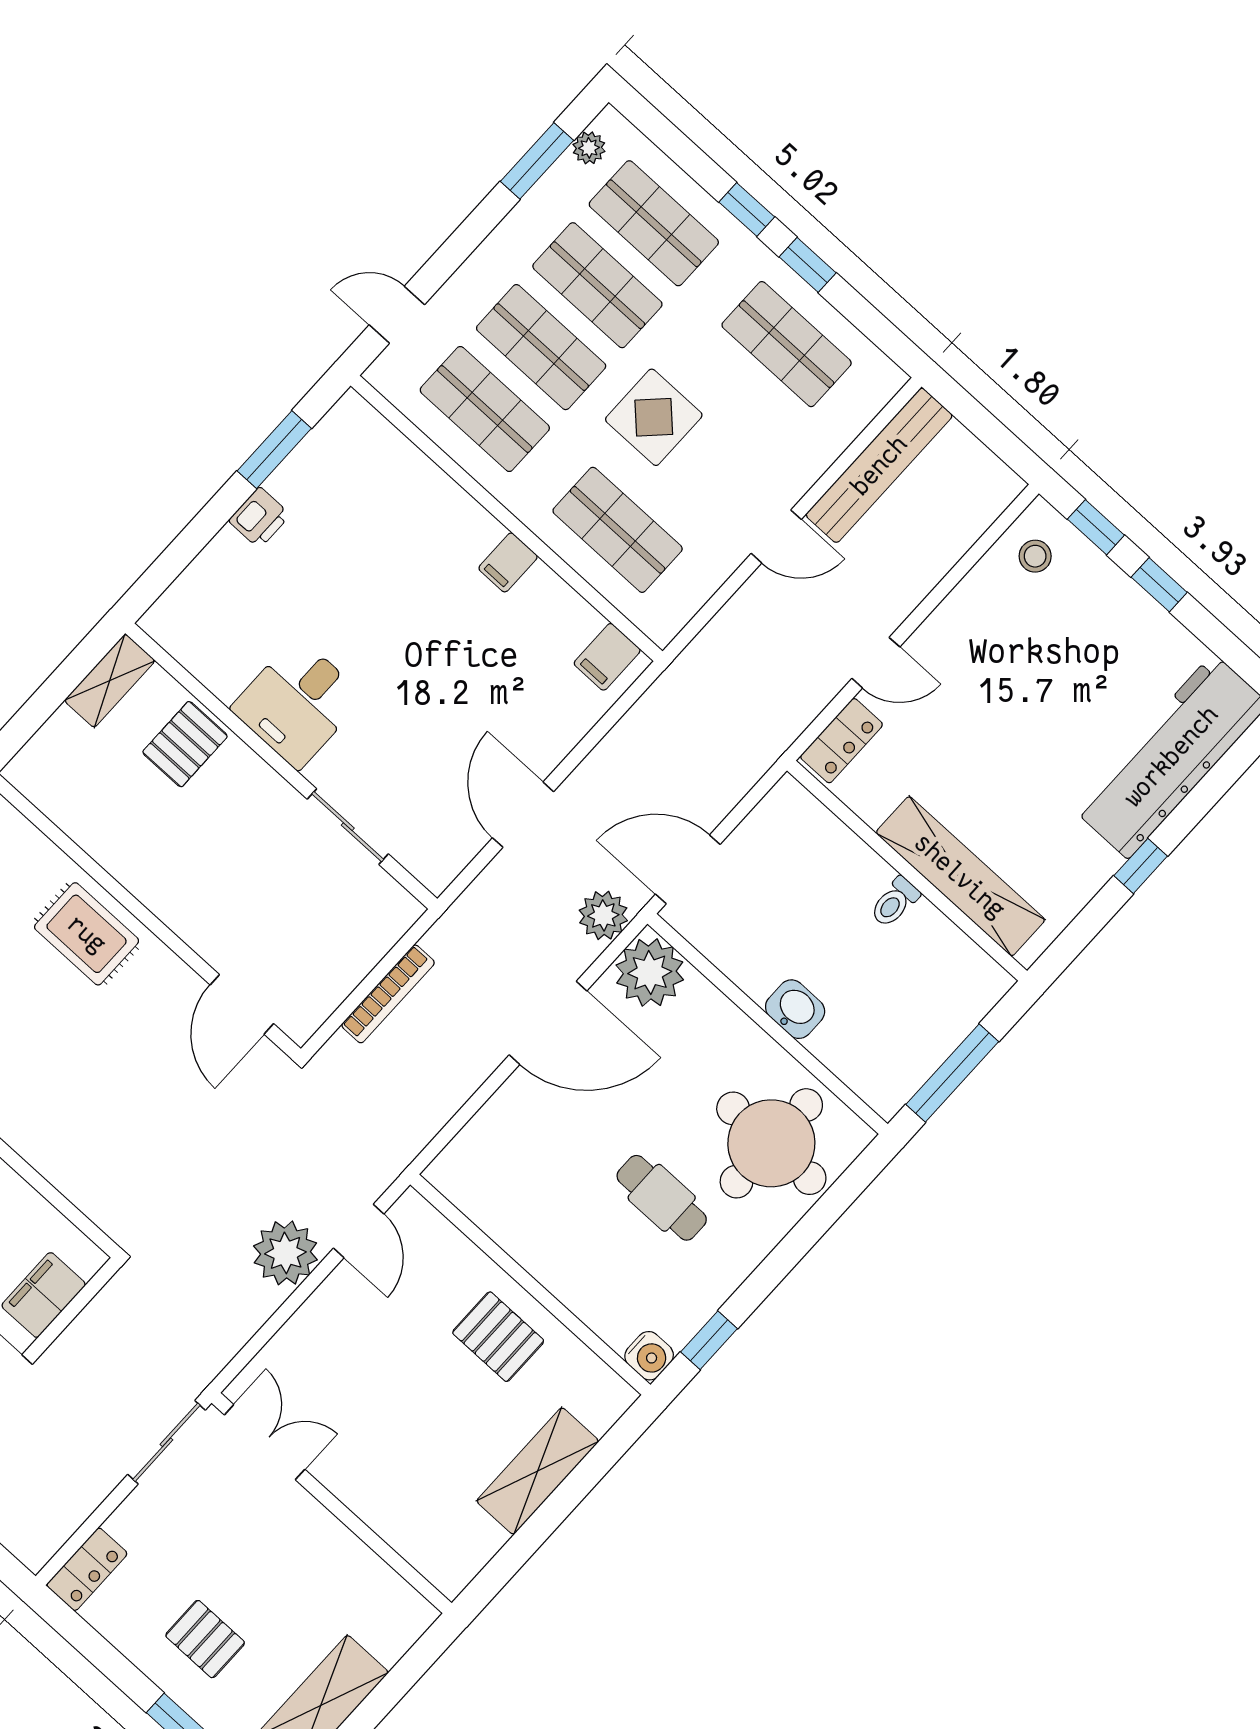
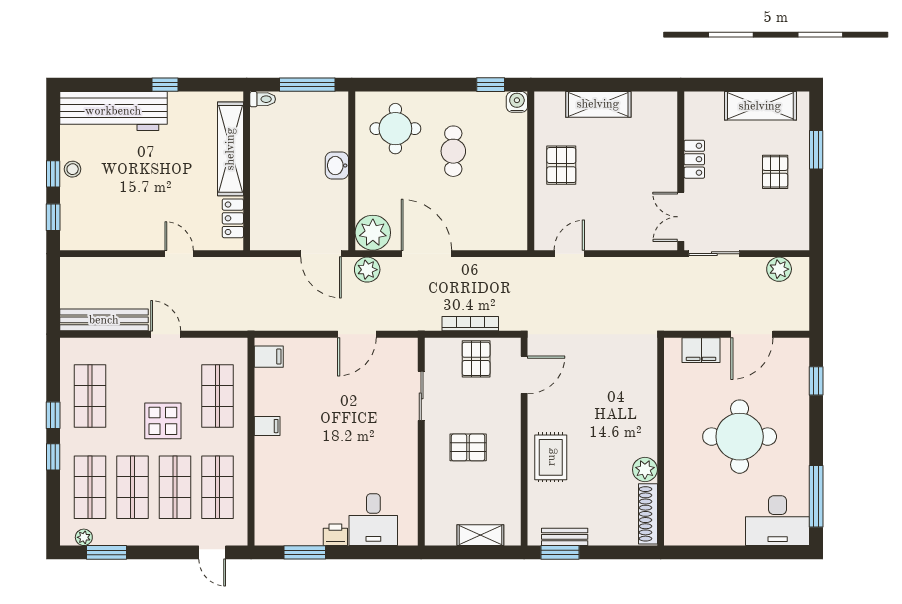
stool: (1035, 556) -> (73, 169), moved
shelving: (110, 681) -> (480, 535), moved
desk: (298, 703) -> (373, 520), moved, turned 90
locker: (842, 741) -> (233, 218), moved, turned -90
pallet: (185, 744) -> (468, 447), moved
toilet: (895, 902) -> (263, 99), moved
pallet: (329, 956) -> (476, 359), added
round table: (771, 1143) -> (395, 129), width x0.73, depth x0.73
plant: (285, 1253) -> (779, 269), moved, width x0.73, depth x0.73
locker: (87, 1569) -> (694, 159), moved, turned 90

